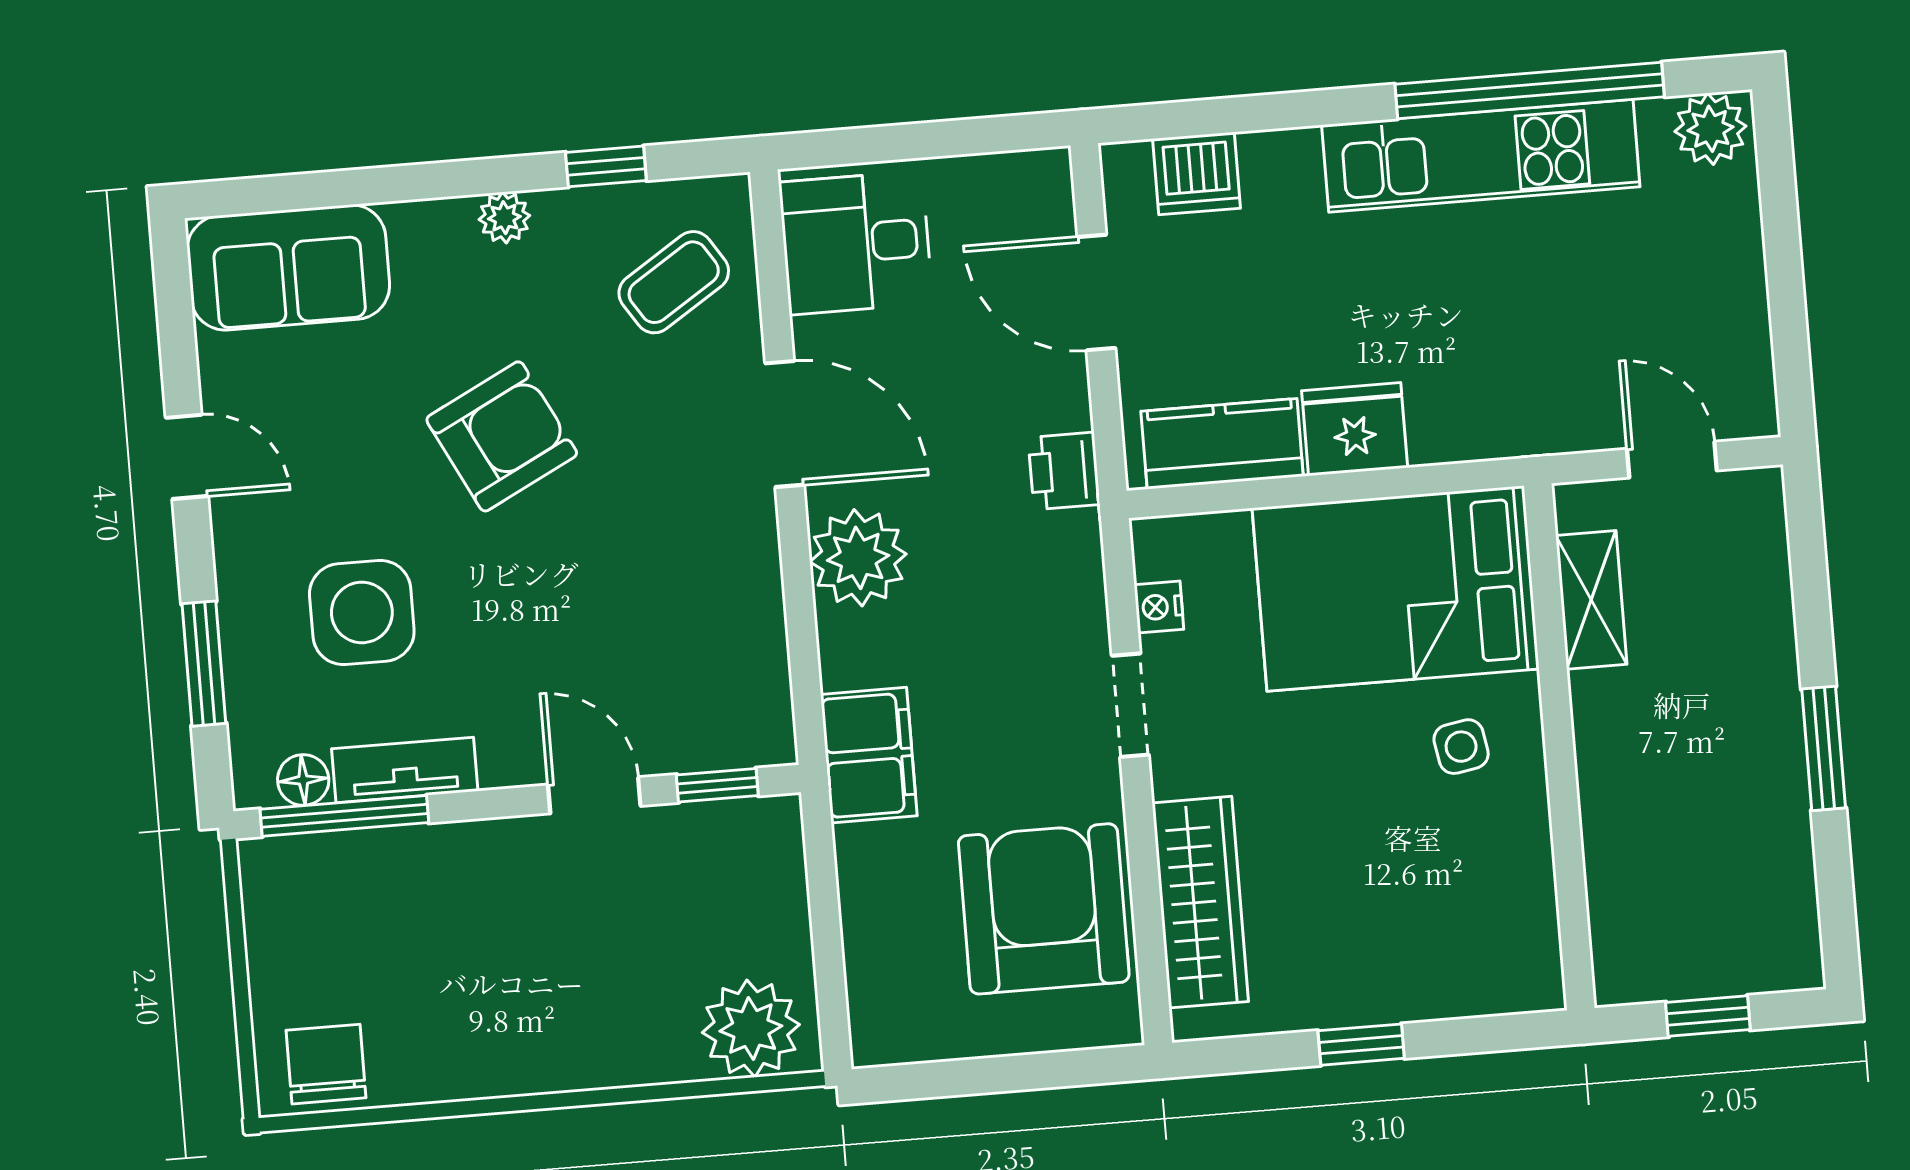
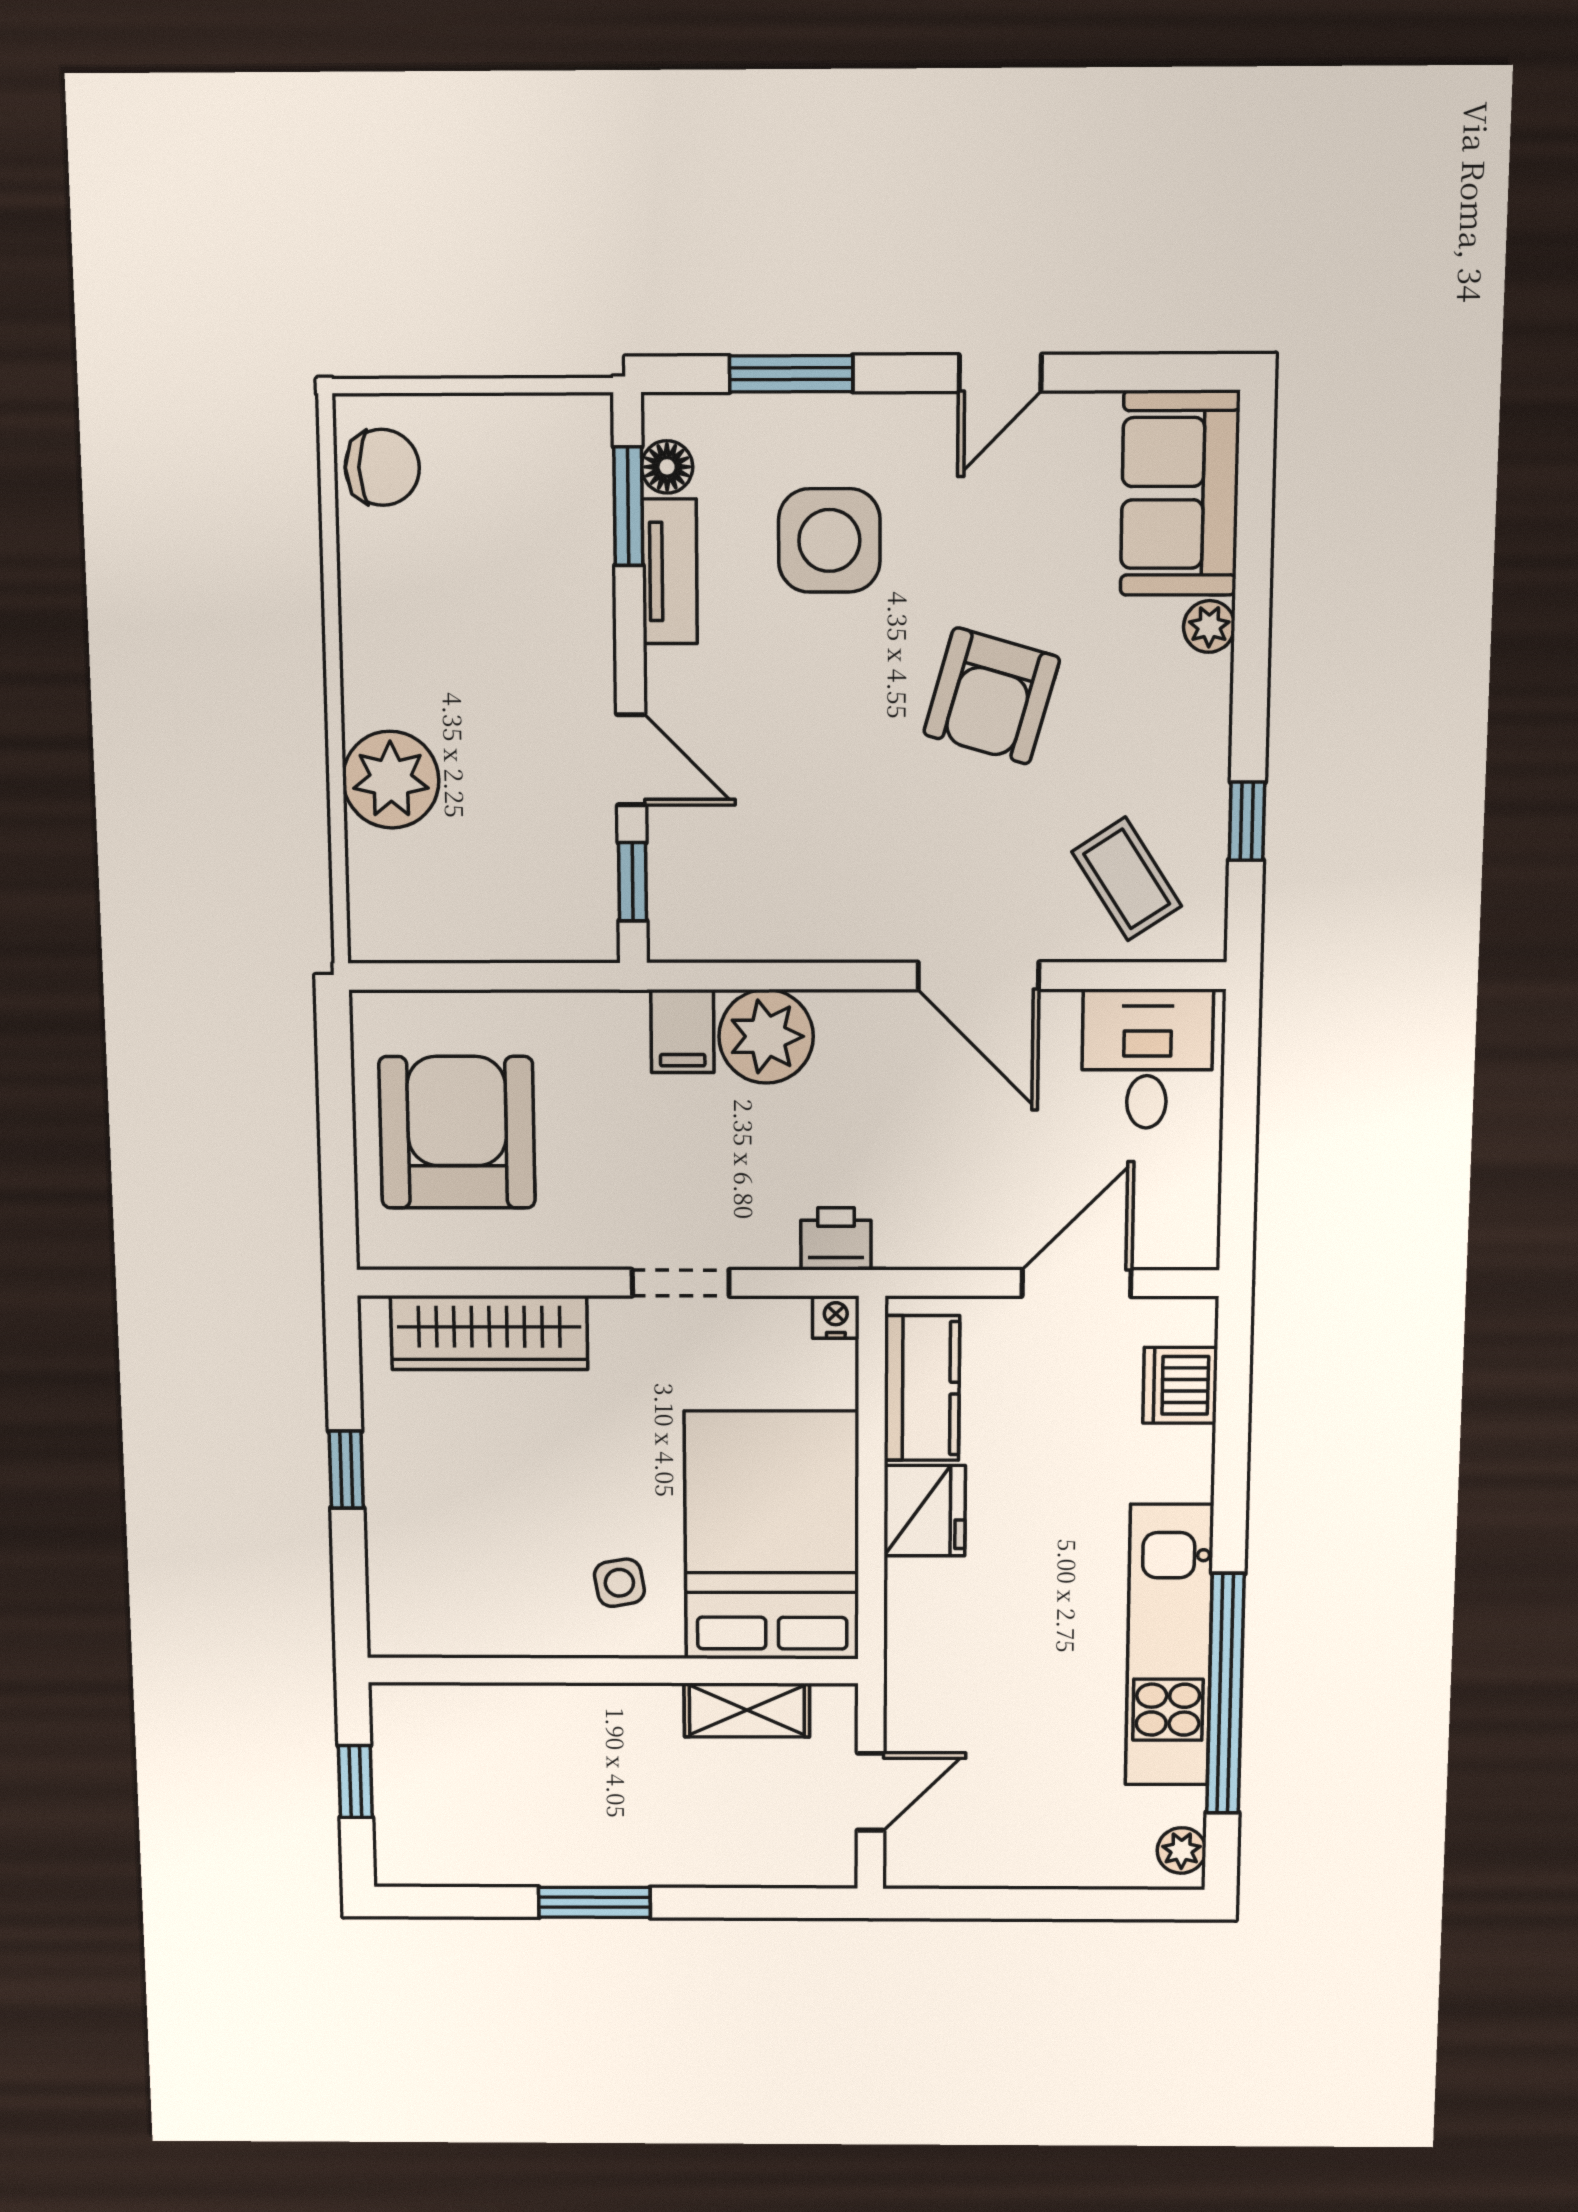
plant: (1710, 129) -> (1181, 1850), width x0.73, depth x0.73
plant: (504, 218) -> (1209, 626), moved
door: (785, 424) -> (978, 976), hinge flipped
armchair: (502, 436) -> (992, 696), turned 43
printer: (1064, 471) -> (836, 1239), moved
plant: (858, 558) -> (766, 1036), moved
nightstand: (1159, 607) -> (836, 1317), moved
filing cabinet: (869, 755) -> (682, 1031), width x0.50
door: (594, 795) -> (631, 760), hinge flipped
window: (344, 816) -> (628, 506), width x0.69
armchair: (1044, 909) -> (457, 1132), moved, turned -90
plant: (751, 1029) -> (391, 780), moved

